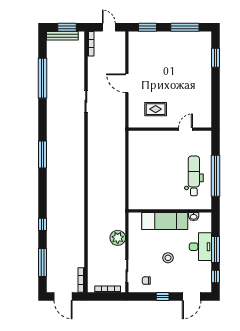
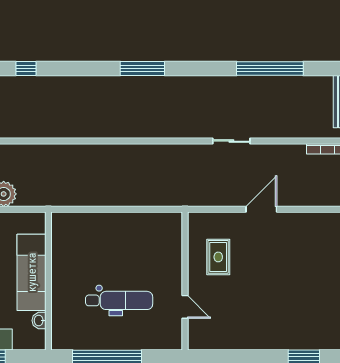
dental chair: (194, 176) -> (119, 300), moved

